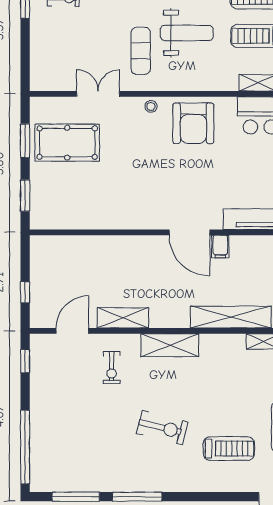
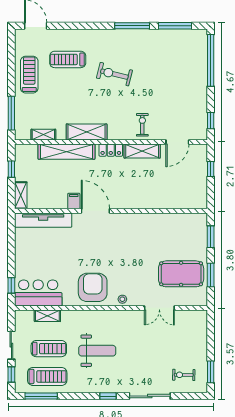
weight bench: (187, 33) -> (97, 351), turned 180
exercise mat: (141, 51) -> (130, 338), removed
locker: (168, 319) -> (111, 150), added
shelving: (170, 345) -> (87, 132), moved
exercise bike: (112, 368) -> (142, 125), moved

